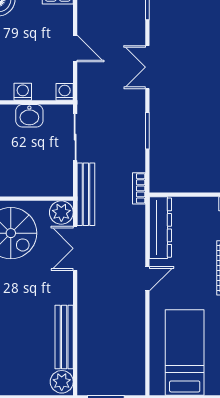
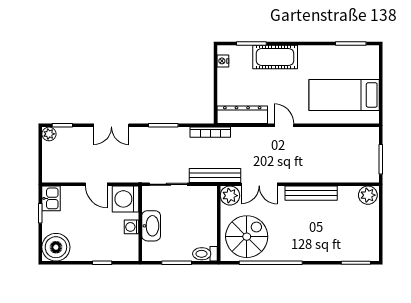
door: (75, 49) -> (96, 184), swing flipped
washing machine: (65, 92) -> (125, 199), width x1.89, depth x1.89
washbasin: (29, 116) -> (151, 226), width x1.38
bookcase: (139, 188) -> (210, 132), width x1.56
bench: (64, 337) -> (311, 193), moved

